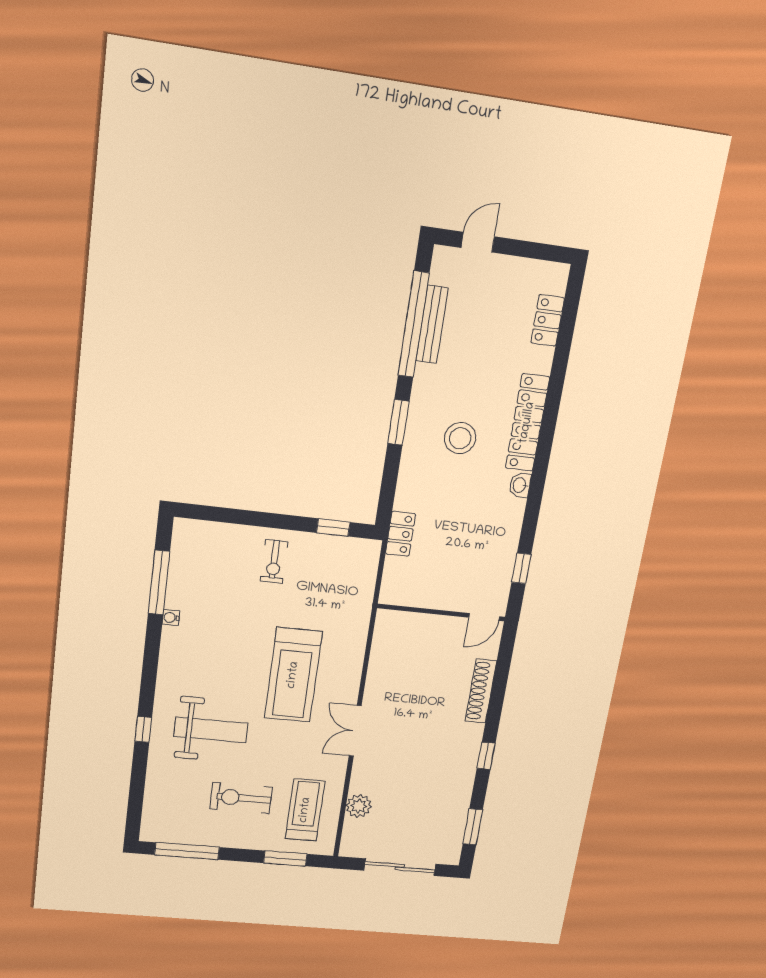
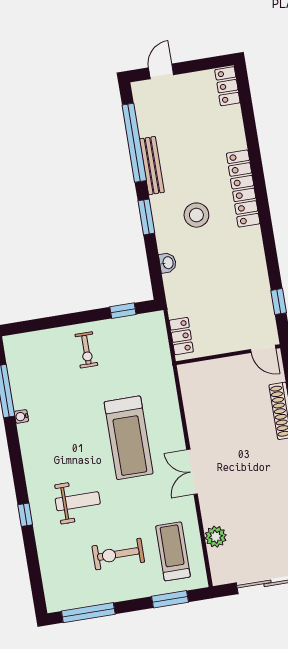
locker: (548, 320) -> (227, 86), moved
bench: (432, 324) -> (152, 166), moved
washbasin: (520, 485) -> (168, 263), moved, turned 180
locker: (400, 534) -> (181, 336), moved
door: (484, 617) -> (263, 349), hinge flipped
weight bench: (211, 730) -> (78, 501), width x0.73, depth x0.75

